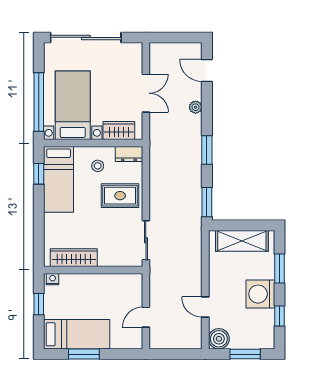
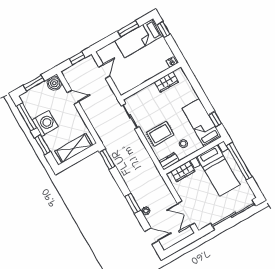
double door: (146, 93) -> (186, 213), moved
window: (207, 150) -> (133, 203), moved
wardrobe: (74, 258) -> (166, 82), width x0.67
window: (39, 304) -> (164, 30), moved
window: (279, 316) -> (27, 117), width x2.17
window: (171, 354) -> (77, 58), added

